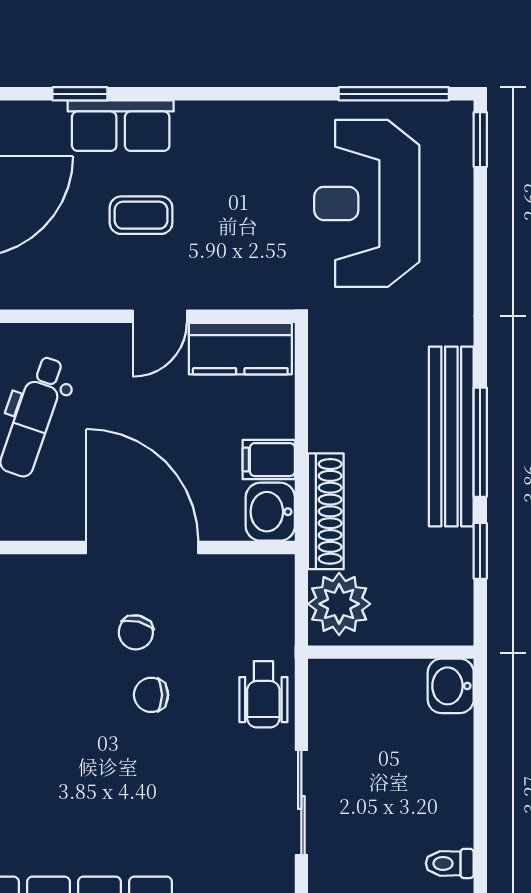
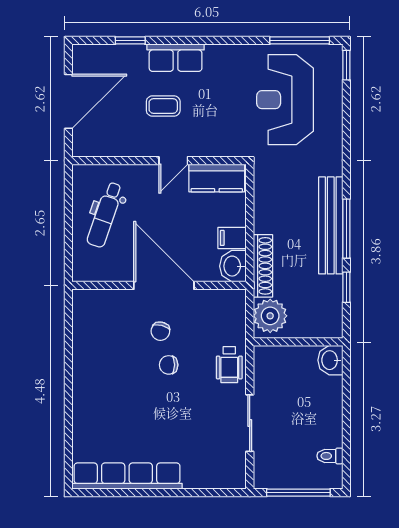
row of seats: (121, 126) -> (176, 58), moved

